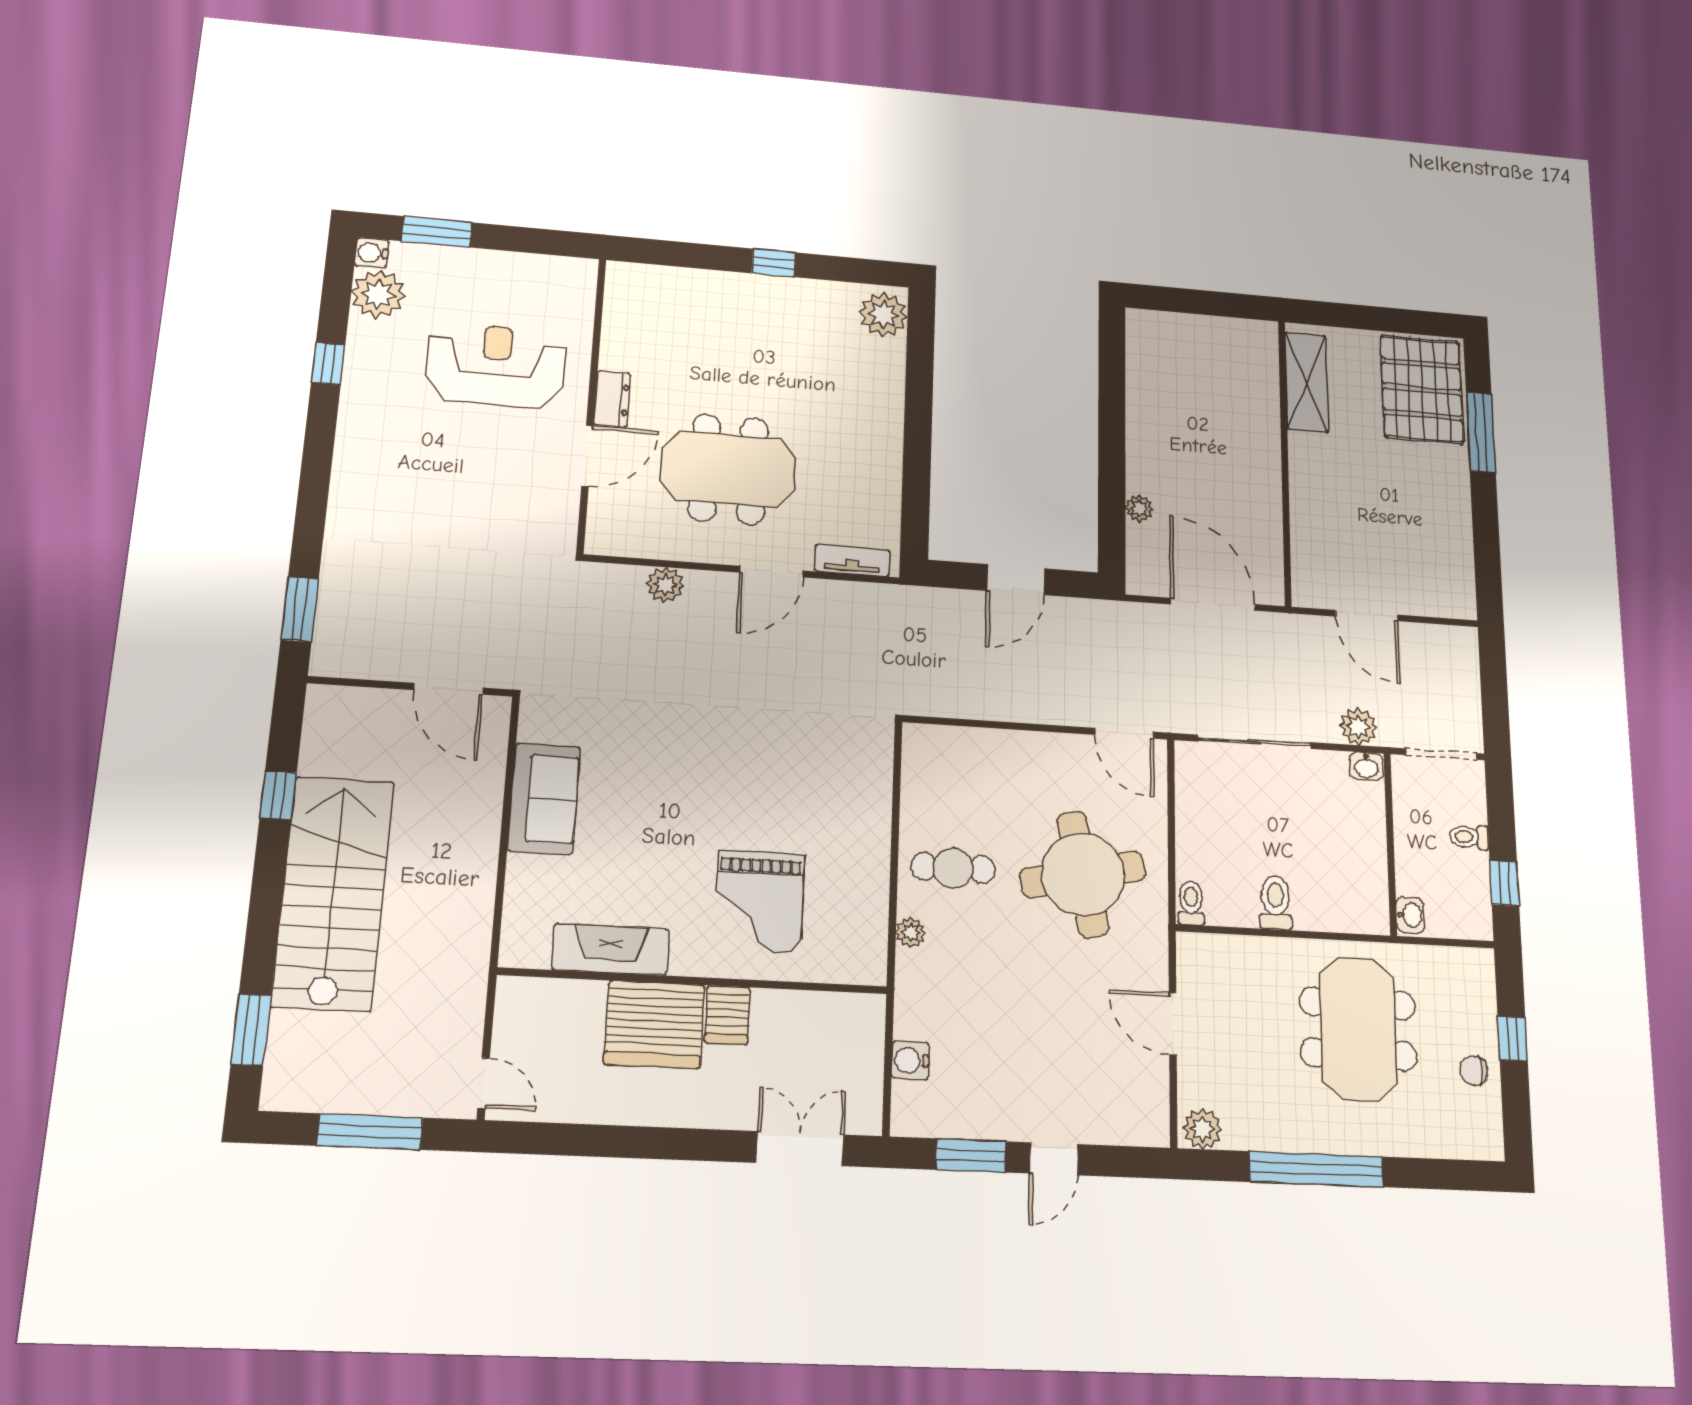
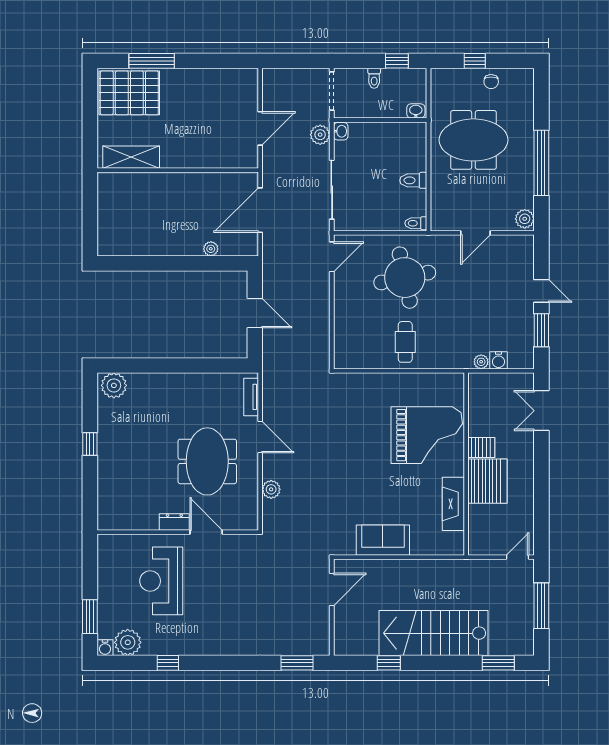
grand piano: (759, 902) -> (427, 435), width x1.37, depth x1.48
plant: (911, 932) -> (481, 362), moved

